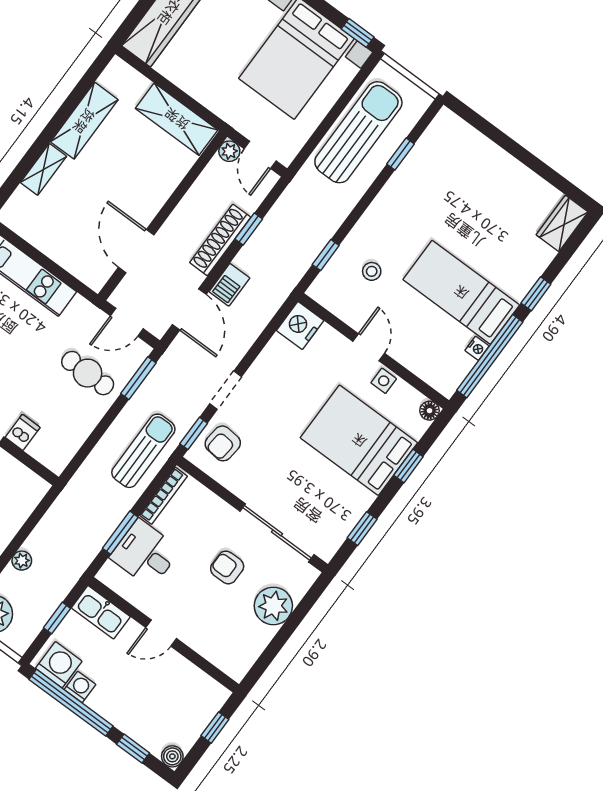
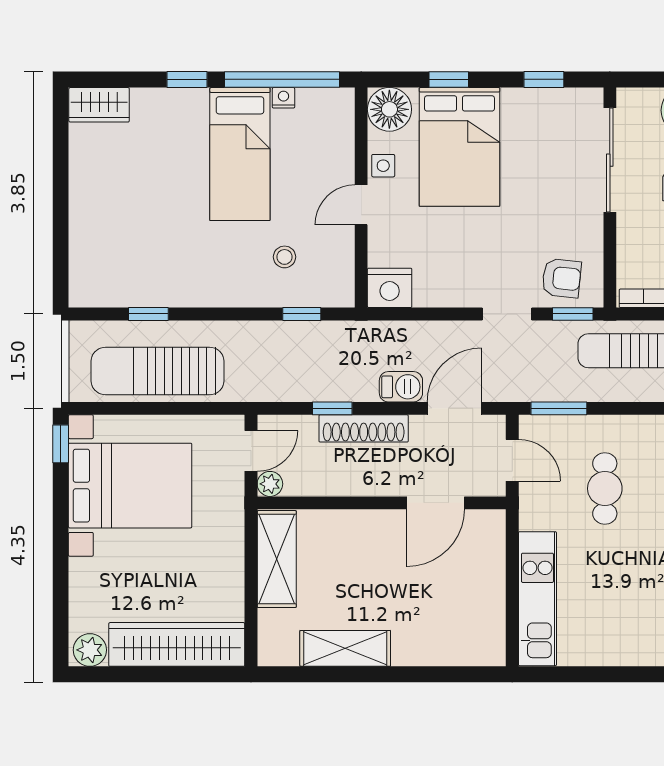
shelving: (44, 169) -> (423, 653), removed
cafe table: (88, 373) -> (605, 489), moved
floor lamp: (430, 411) -> (389, 109), width x1.89, depth x1.89

